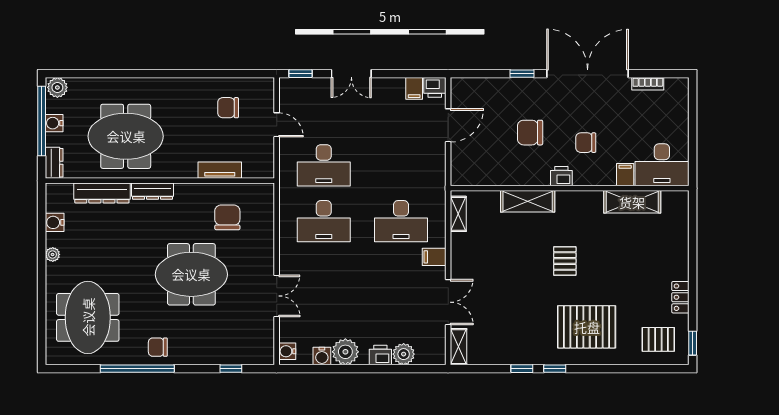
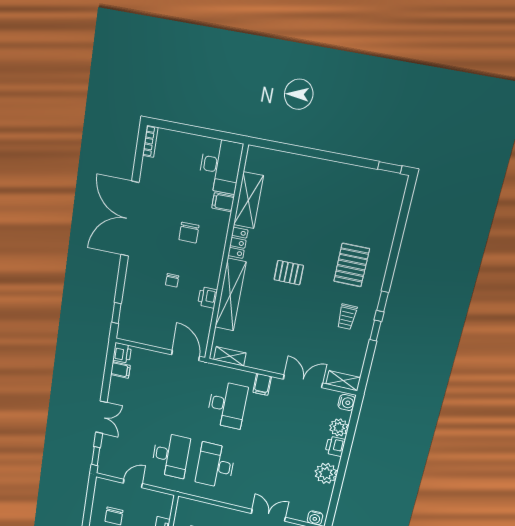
window: (522, 74) -> (116, 313), moved
bookcase: (648, 84) -> (150, 141), moved
door: (448, 125) -> (186, 355), moved
chair: (530, 133) -> (172, 280), width x0.54, depth x0.54
printer: (561, 176) -> (208, 297), moved
shelving: (528, 201) -> (230, 295), width x1.47
desk: (324, 221) -> (215, 466), turned 180
locker: (680, 297) -> (238, 243), moved, turned -90
pallet: (587, 327) -> (352, 265), width x0.73, depth x0.71
trolley: (530, 334) -> (347, 317), added
pallet: (658, 339) -> (379, 200), removed
water cooler: (322, 356) -> (347, 402), moved

